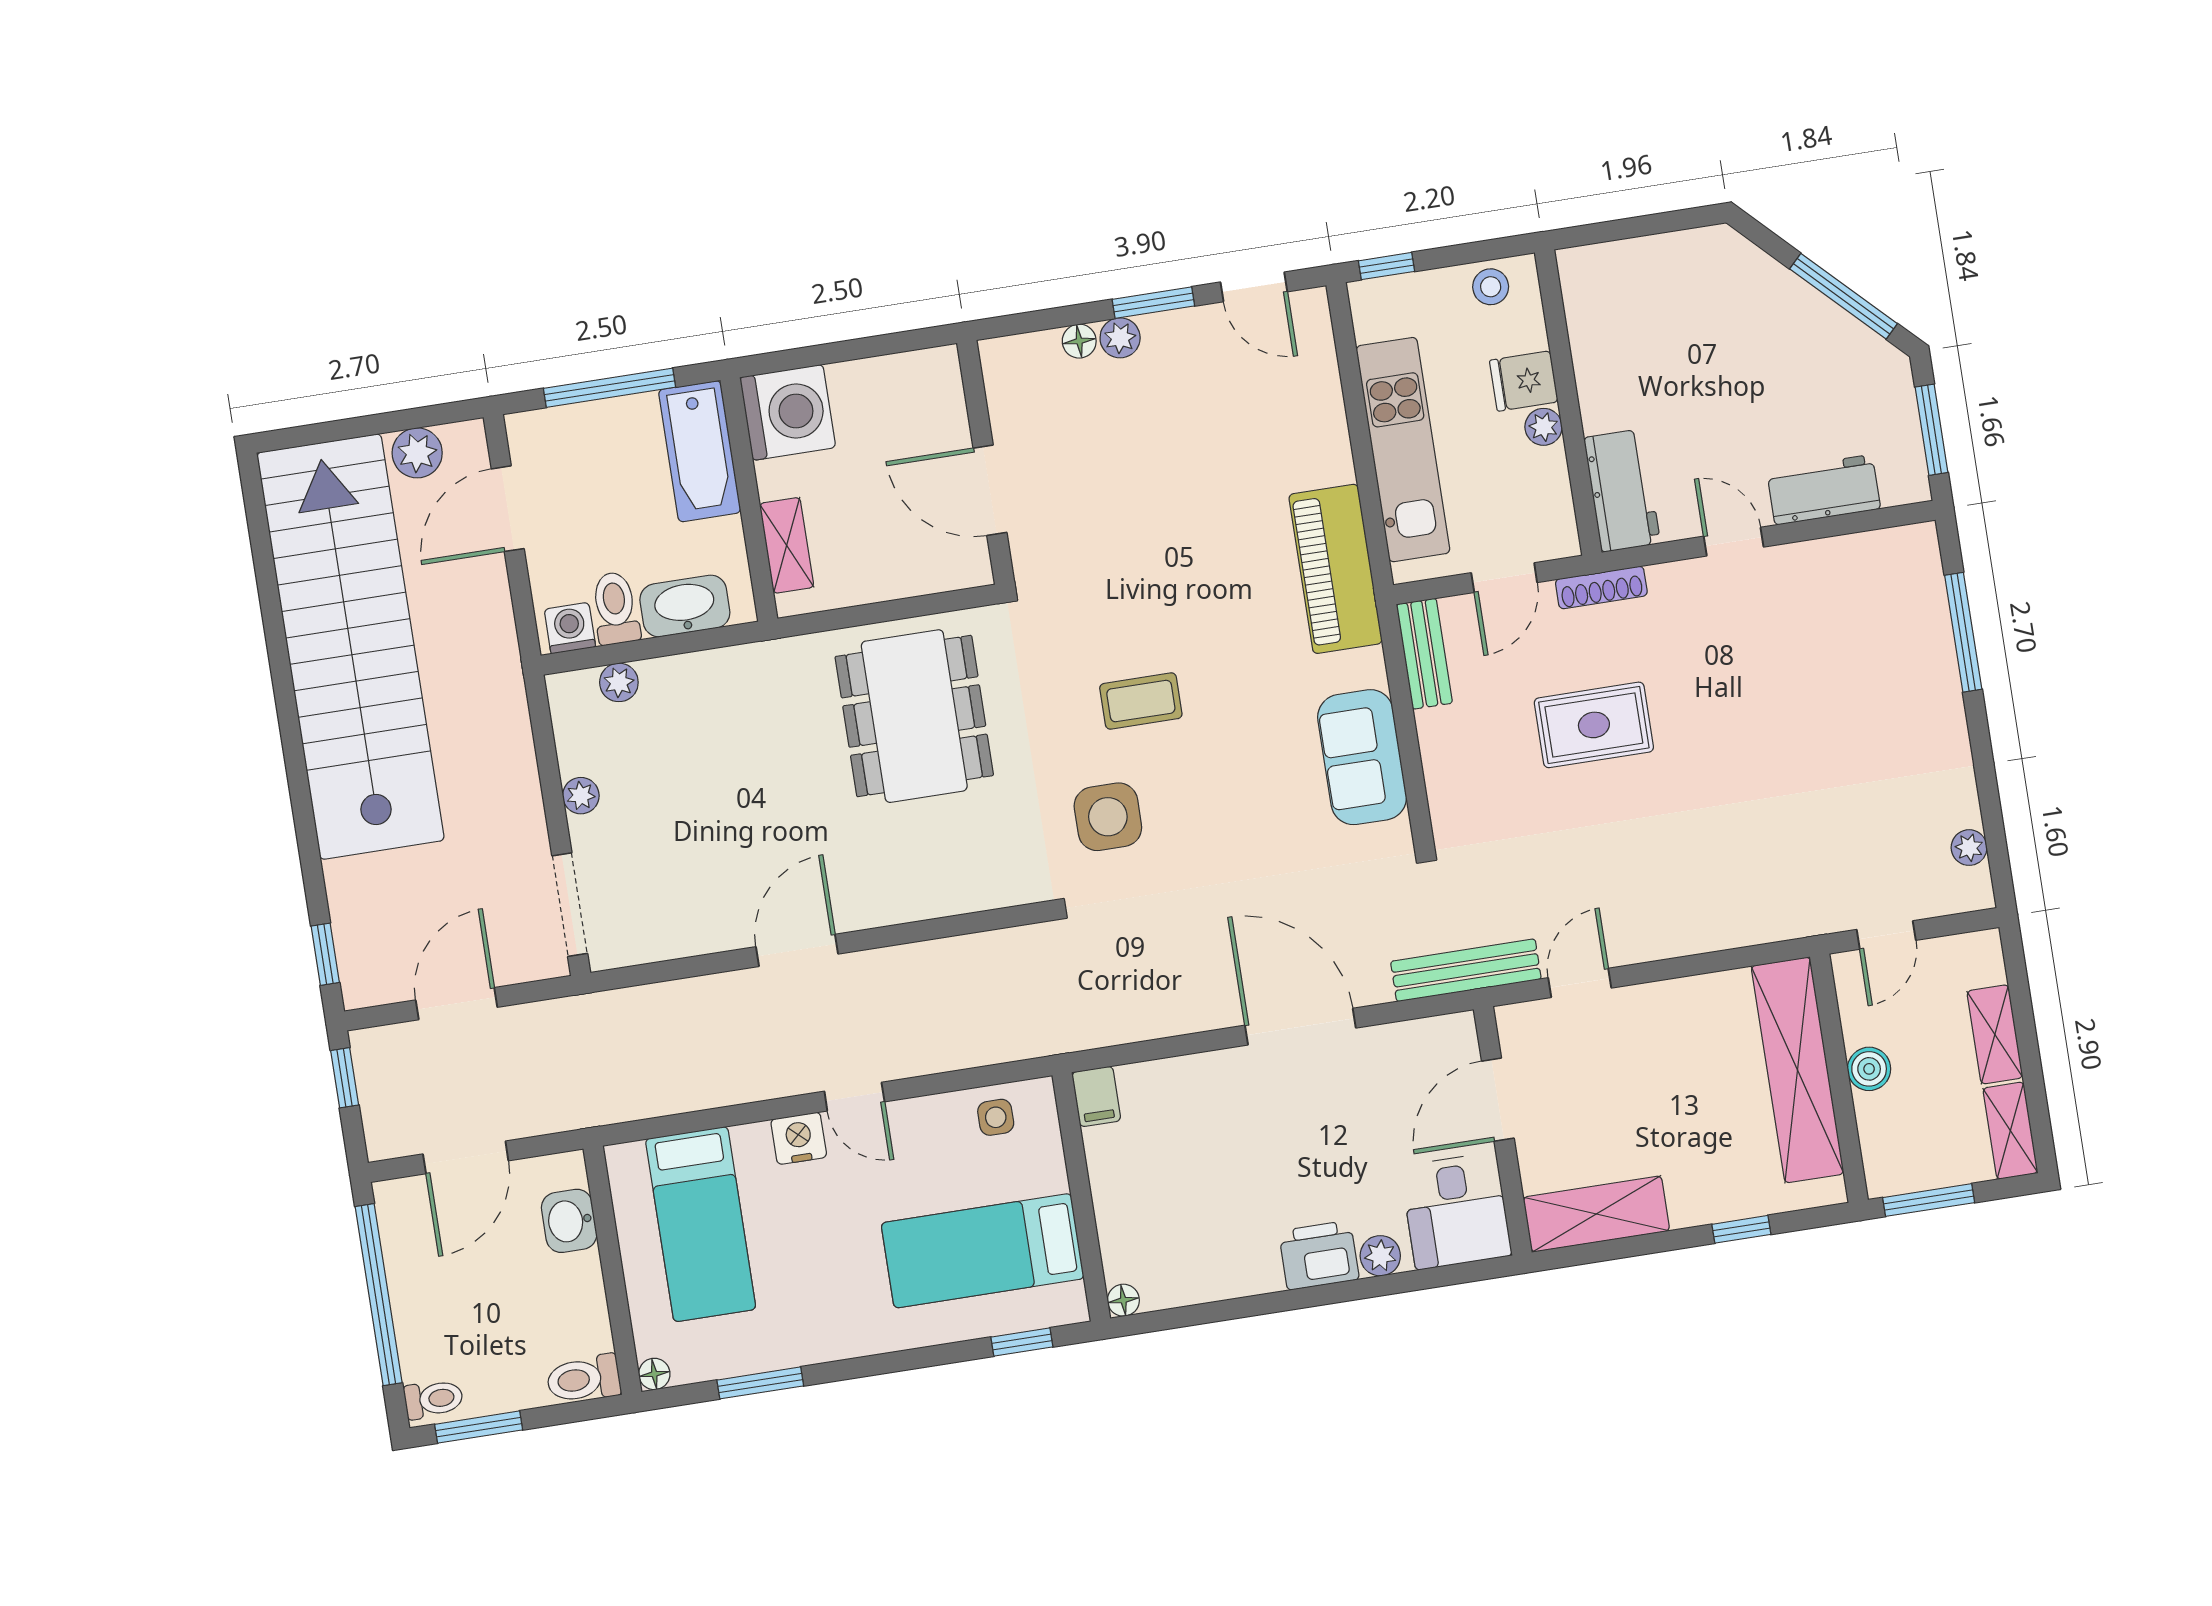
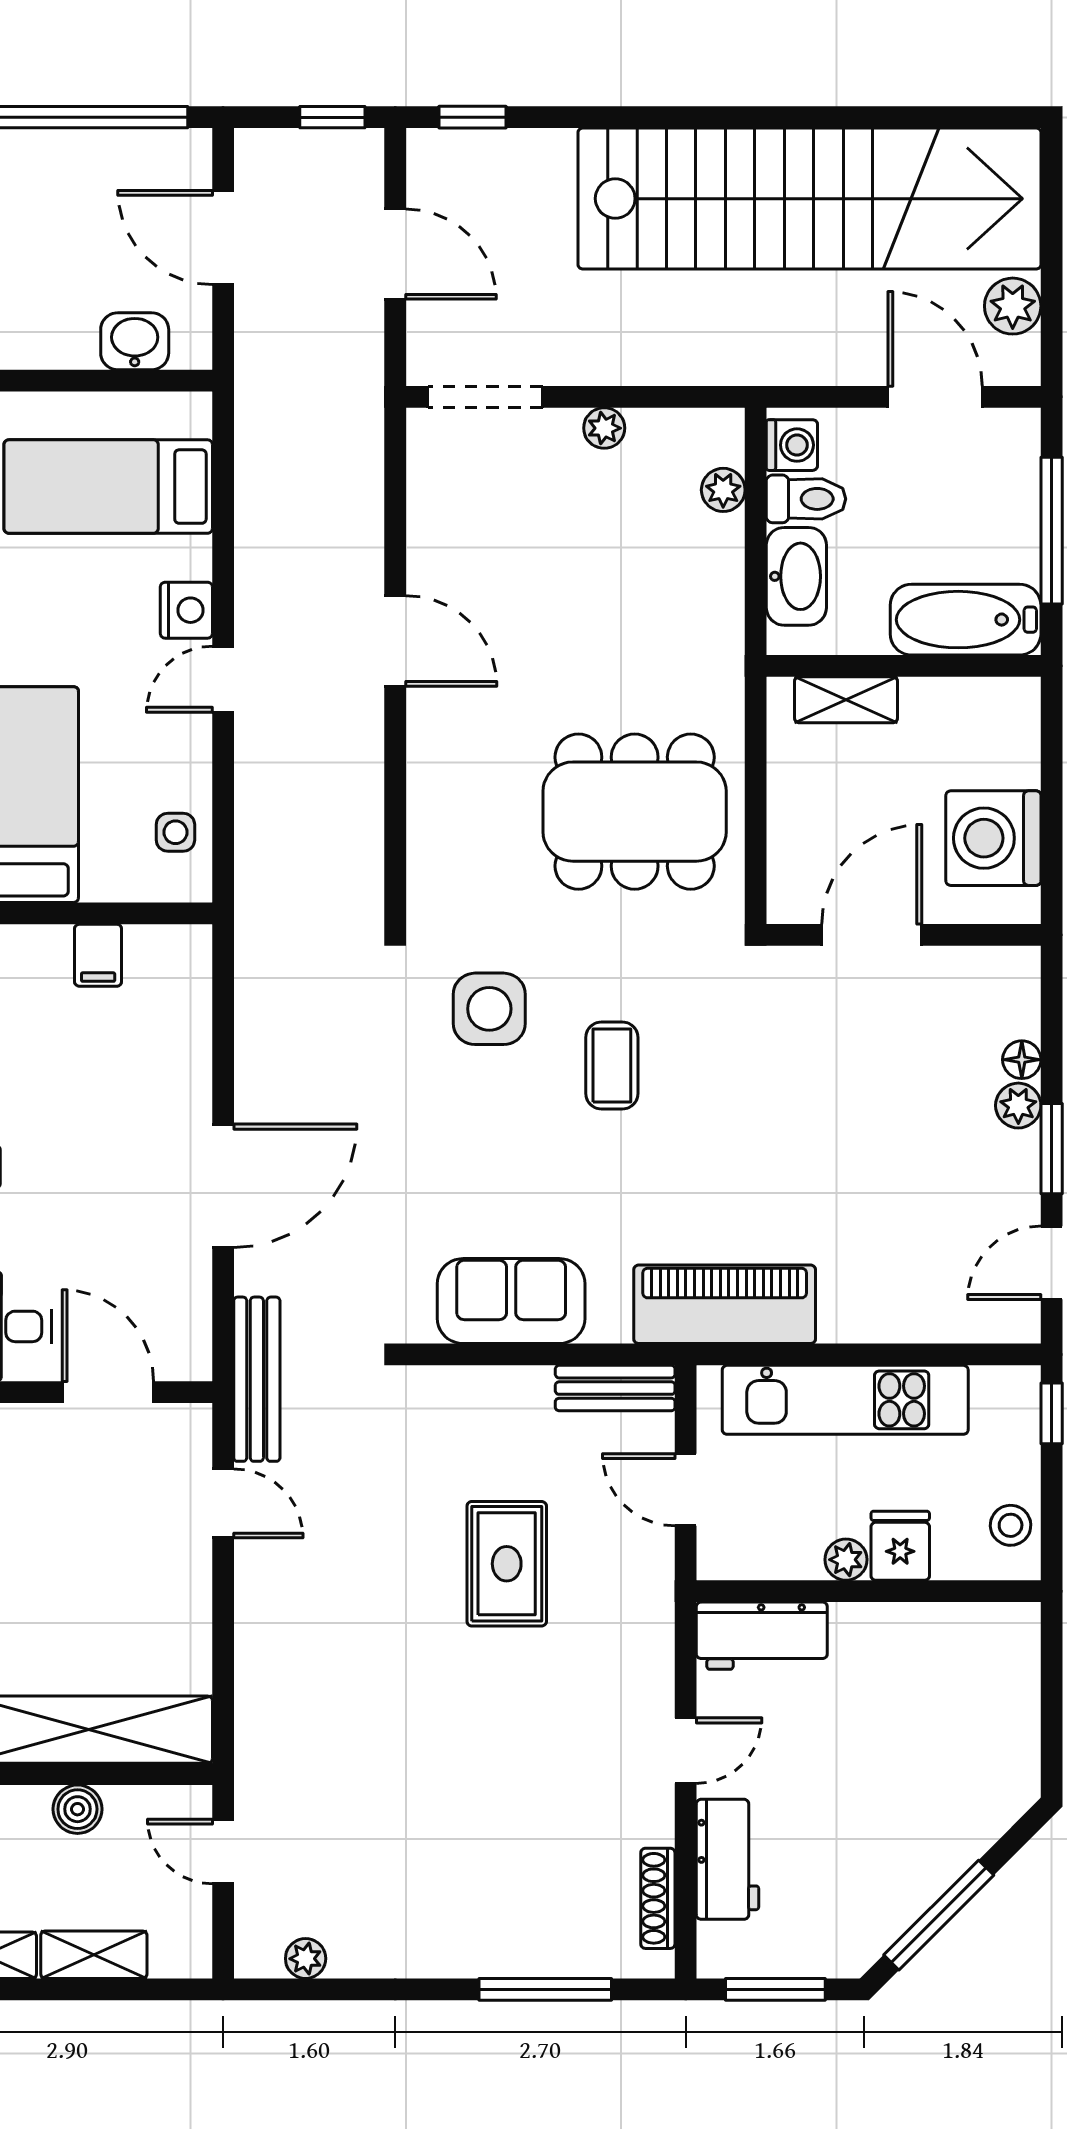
washing machine: (788, 412) -> (993, 838), moved, turned 90
shoe rack: (1601, 587) -> (658, 1898), moved
filing cabinet: (1096, 1096) -> (98, 955), moved, turned -90

